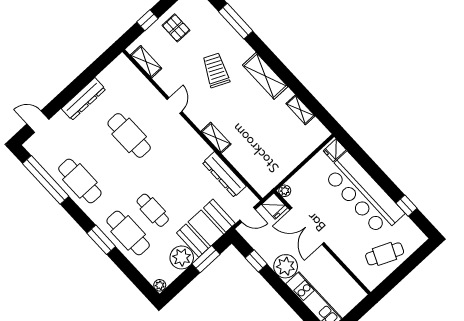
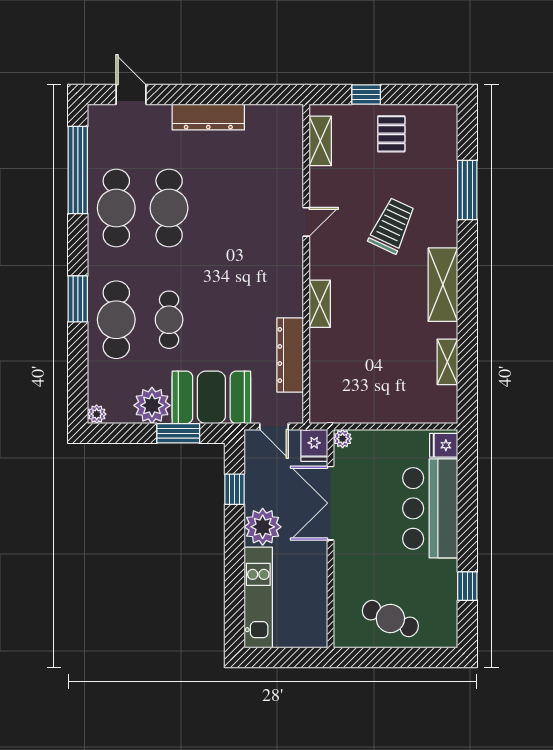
cafe table: (129, 135) -> (169, 208), moved
bar counter: (363, 194) -> (430, 508), width x0.73

